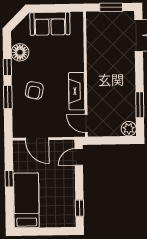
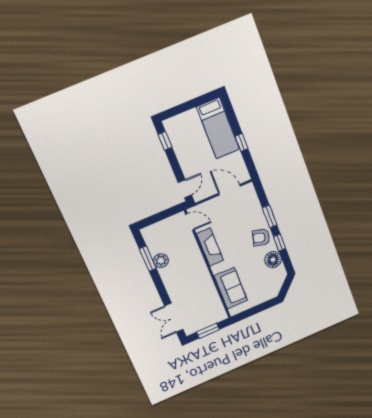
sofa: (50, 24) -> (231, 288), moved, turned 90
armchair: (34, 90) -> (261, 237), moved, turned -87
plant: (129, 129) -> (161, 261), moved

